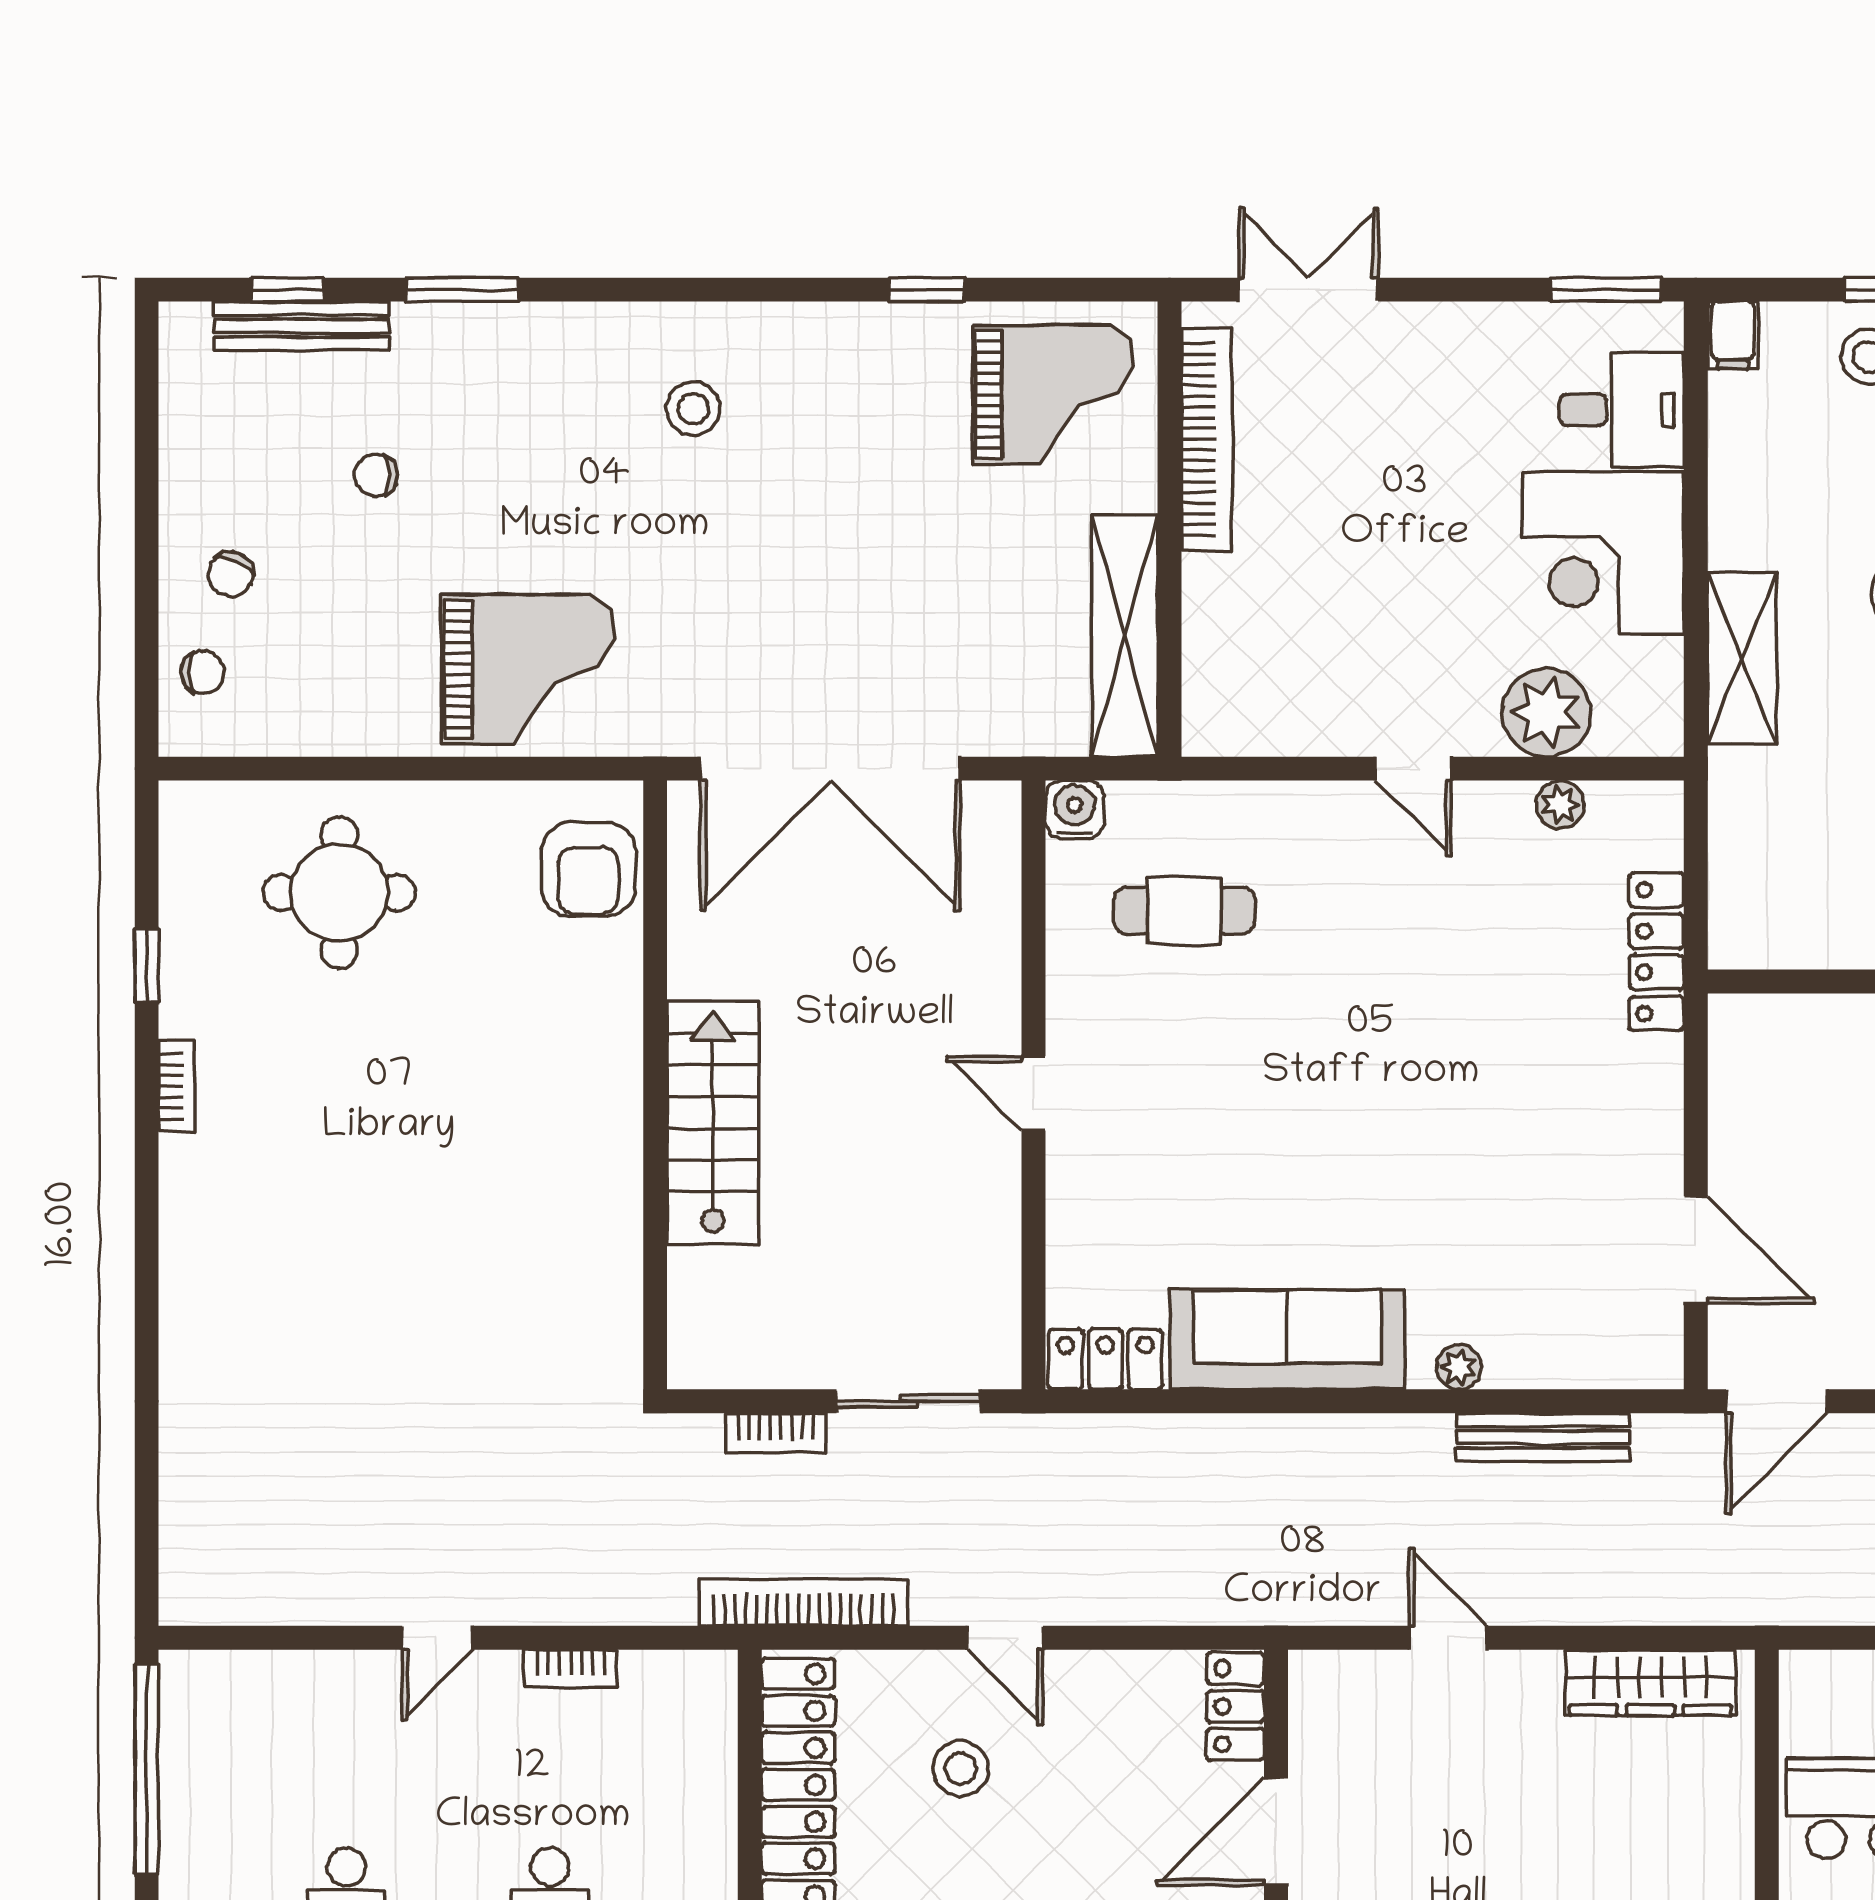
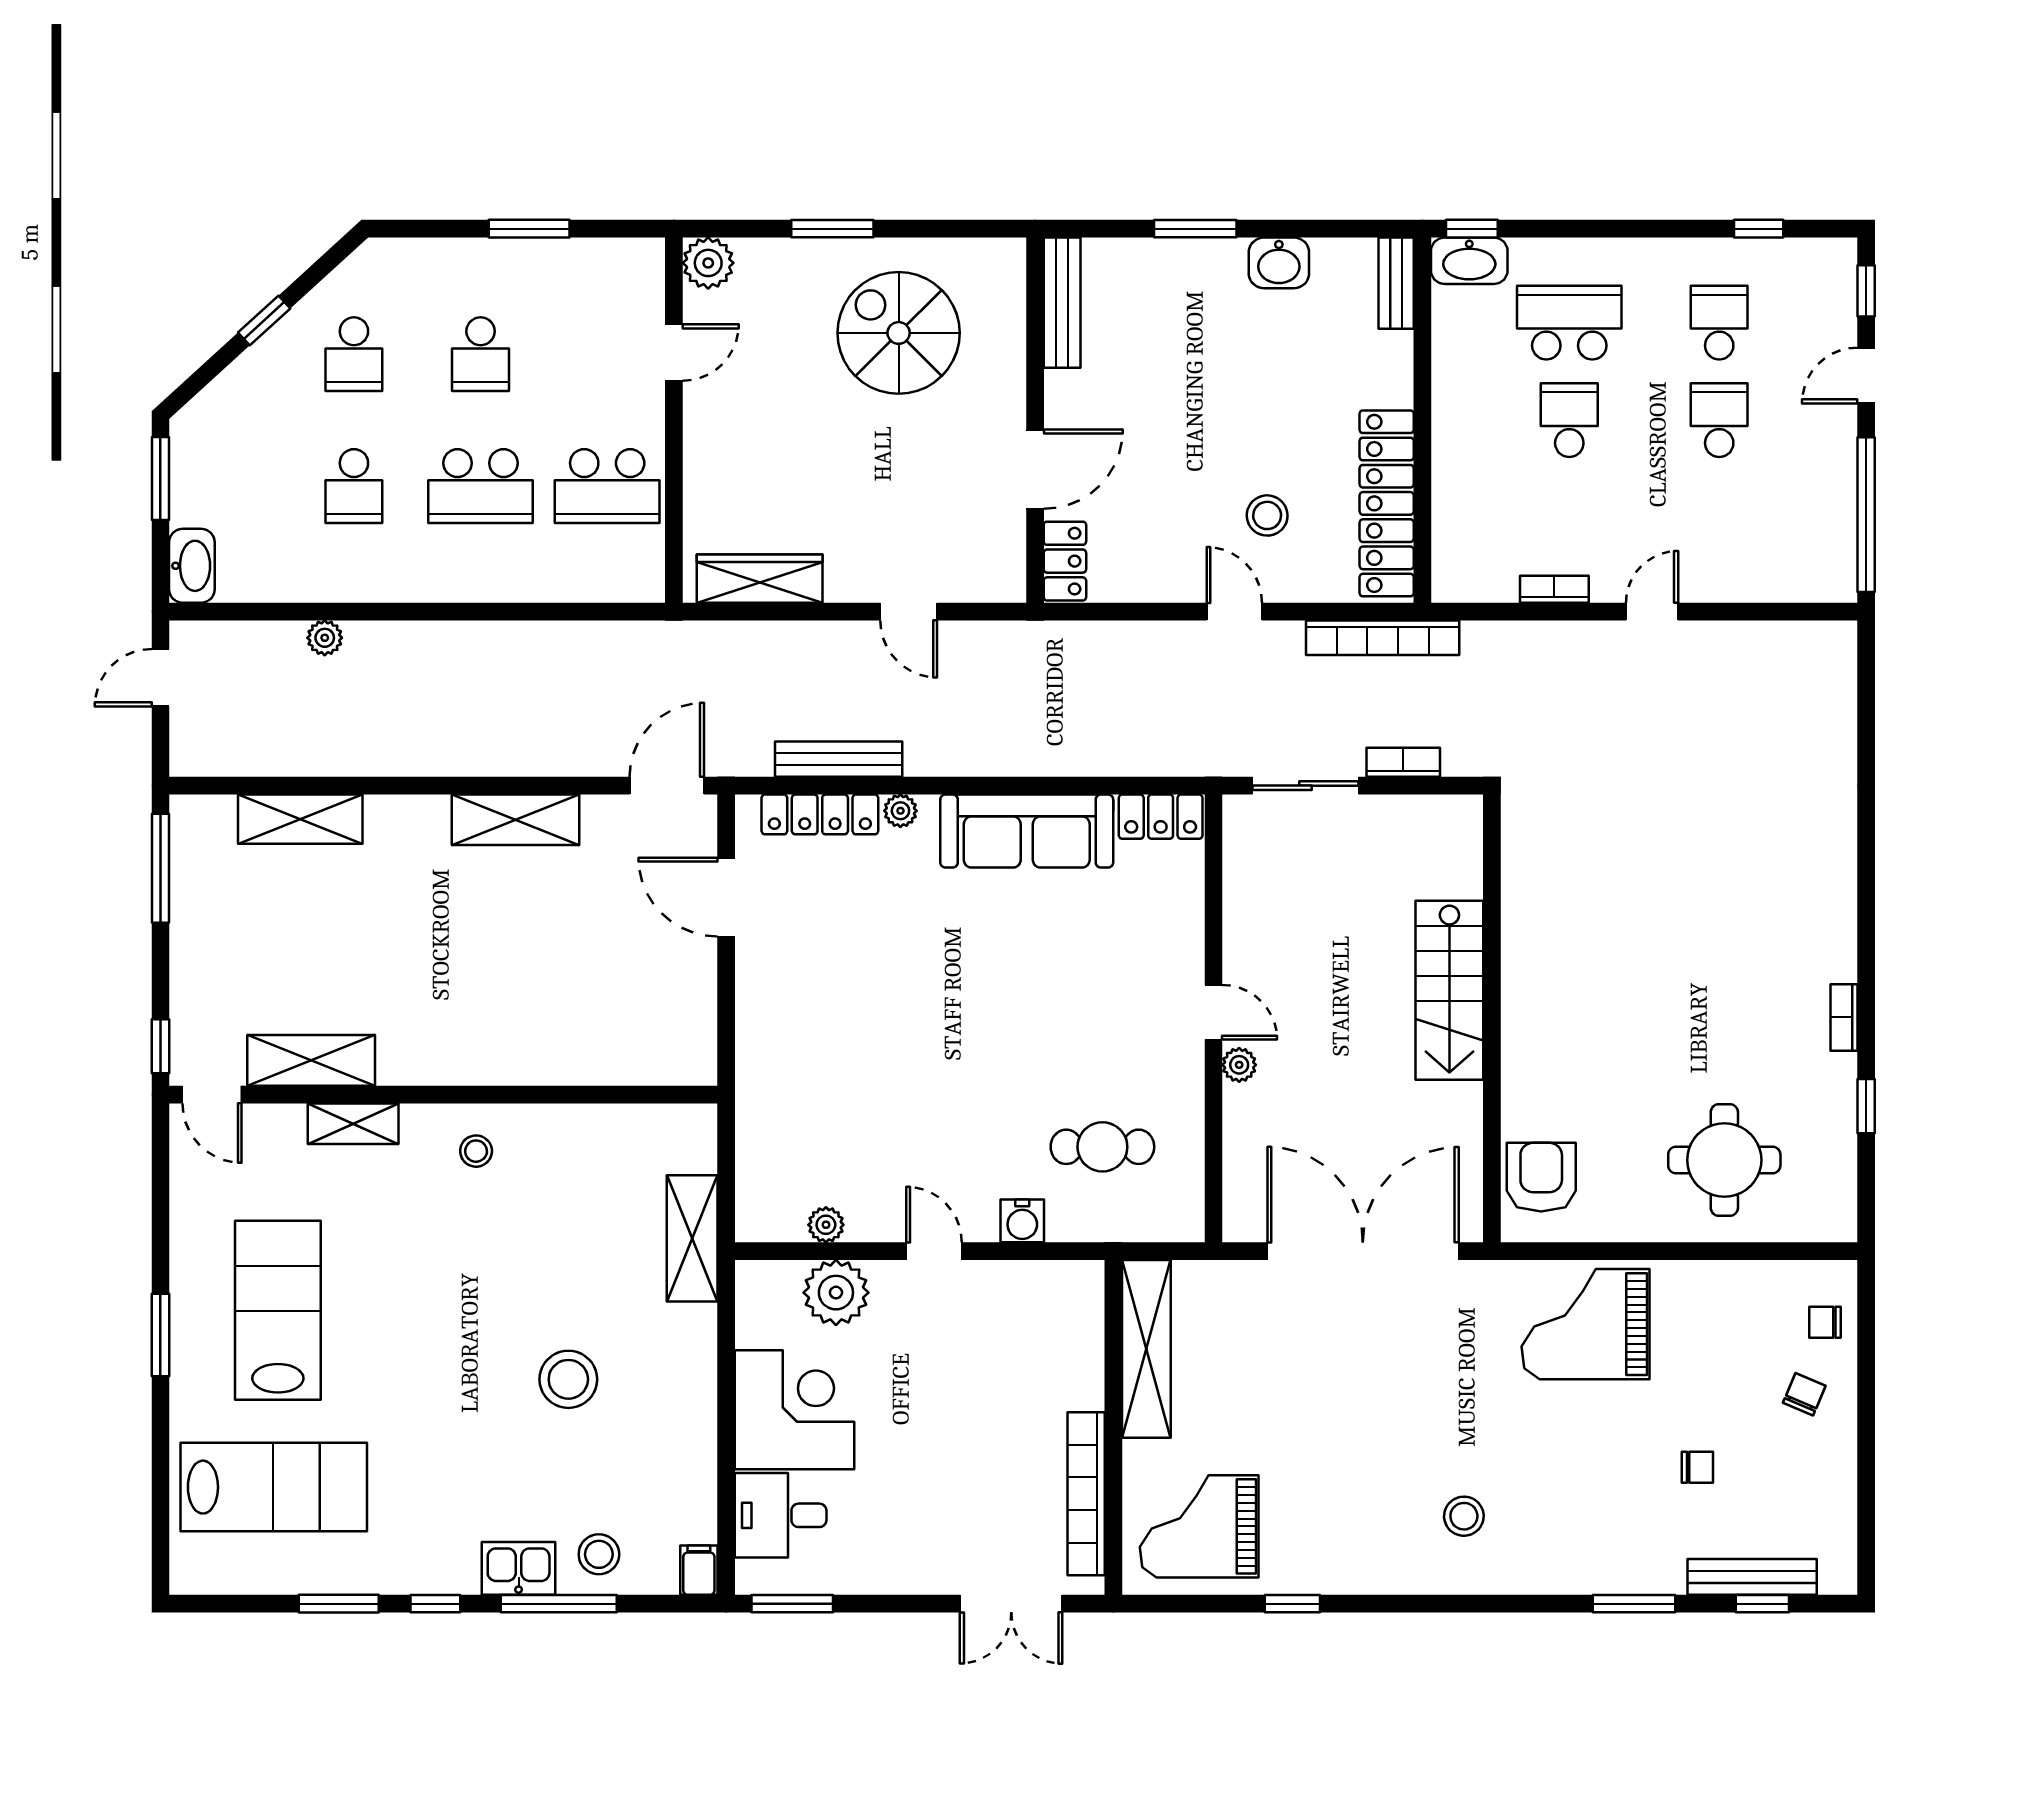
shelving: (1742, 658) -> (692, 1238), moved
water cooler: (1075, 810) -> (1022, 1221), moved
locker: (1657, 952) -> (820, 814), moved, turned 90
plant: (999, 1022) -> (1239, 1065), added

